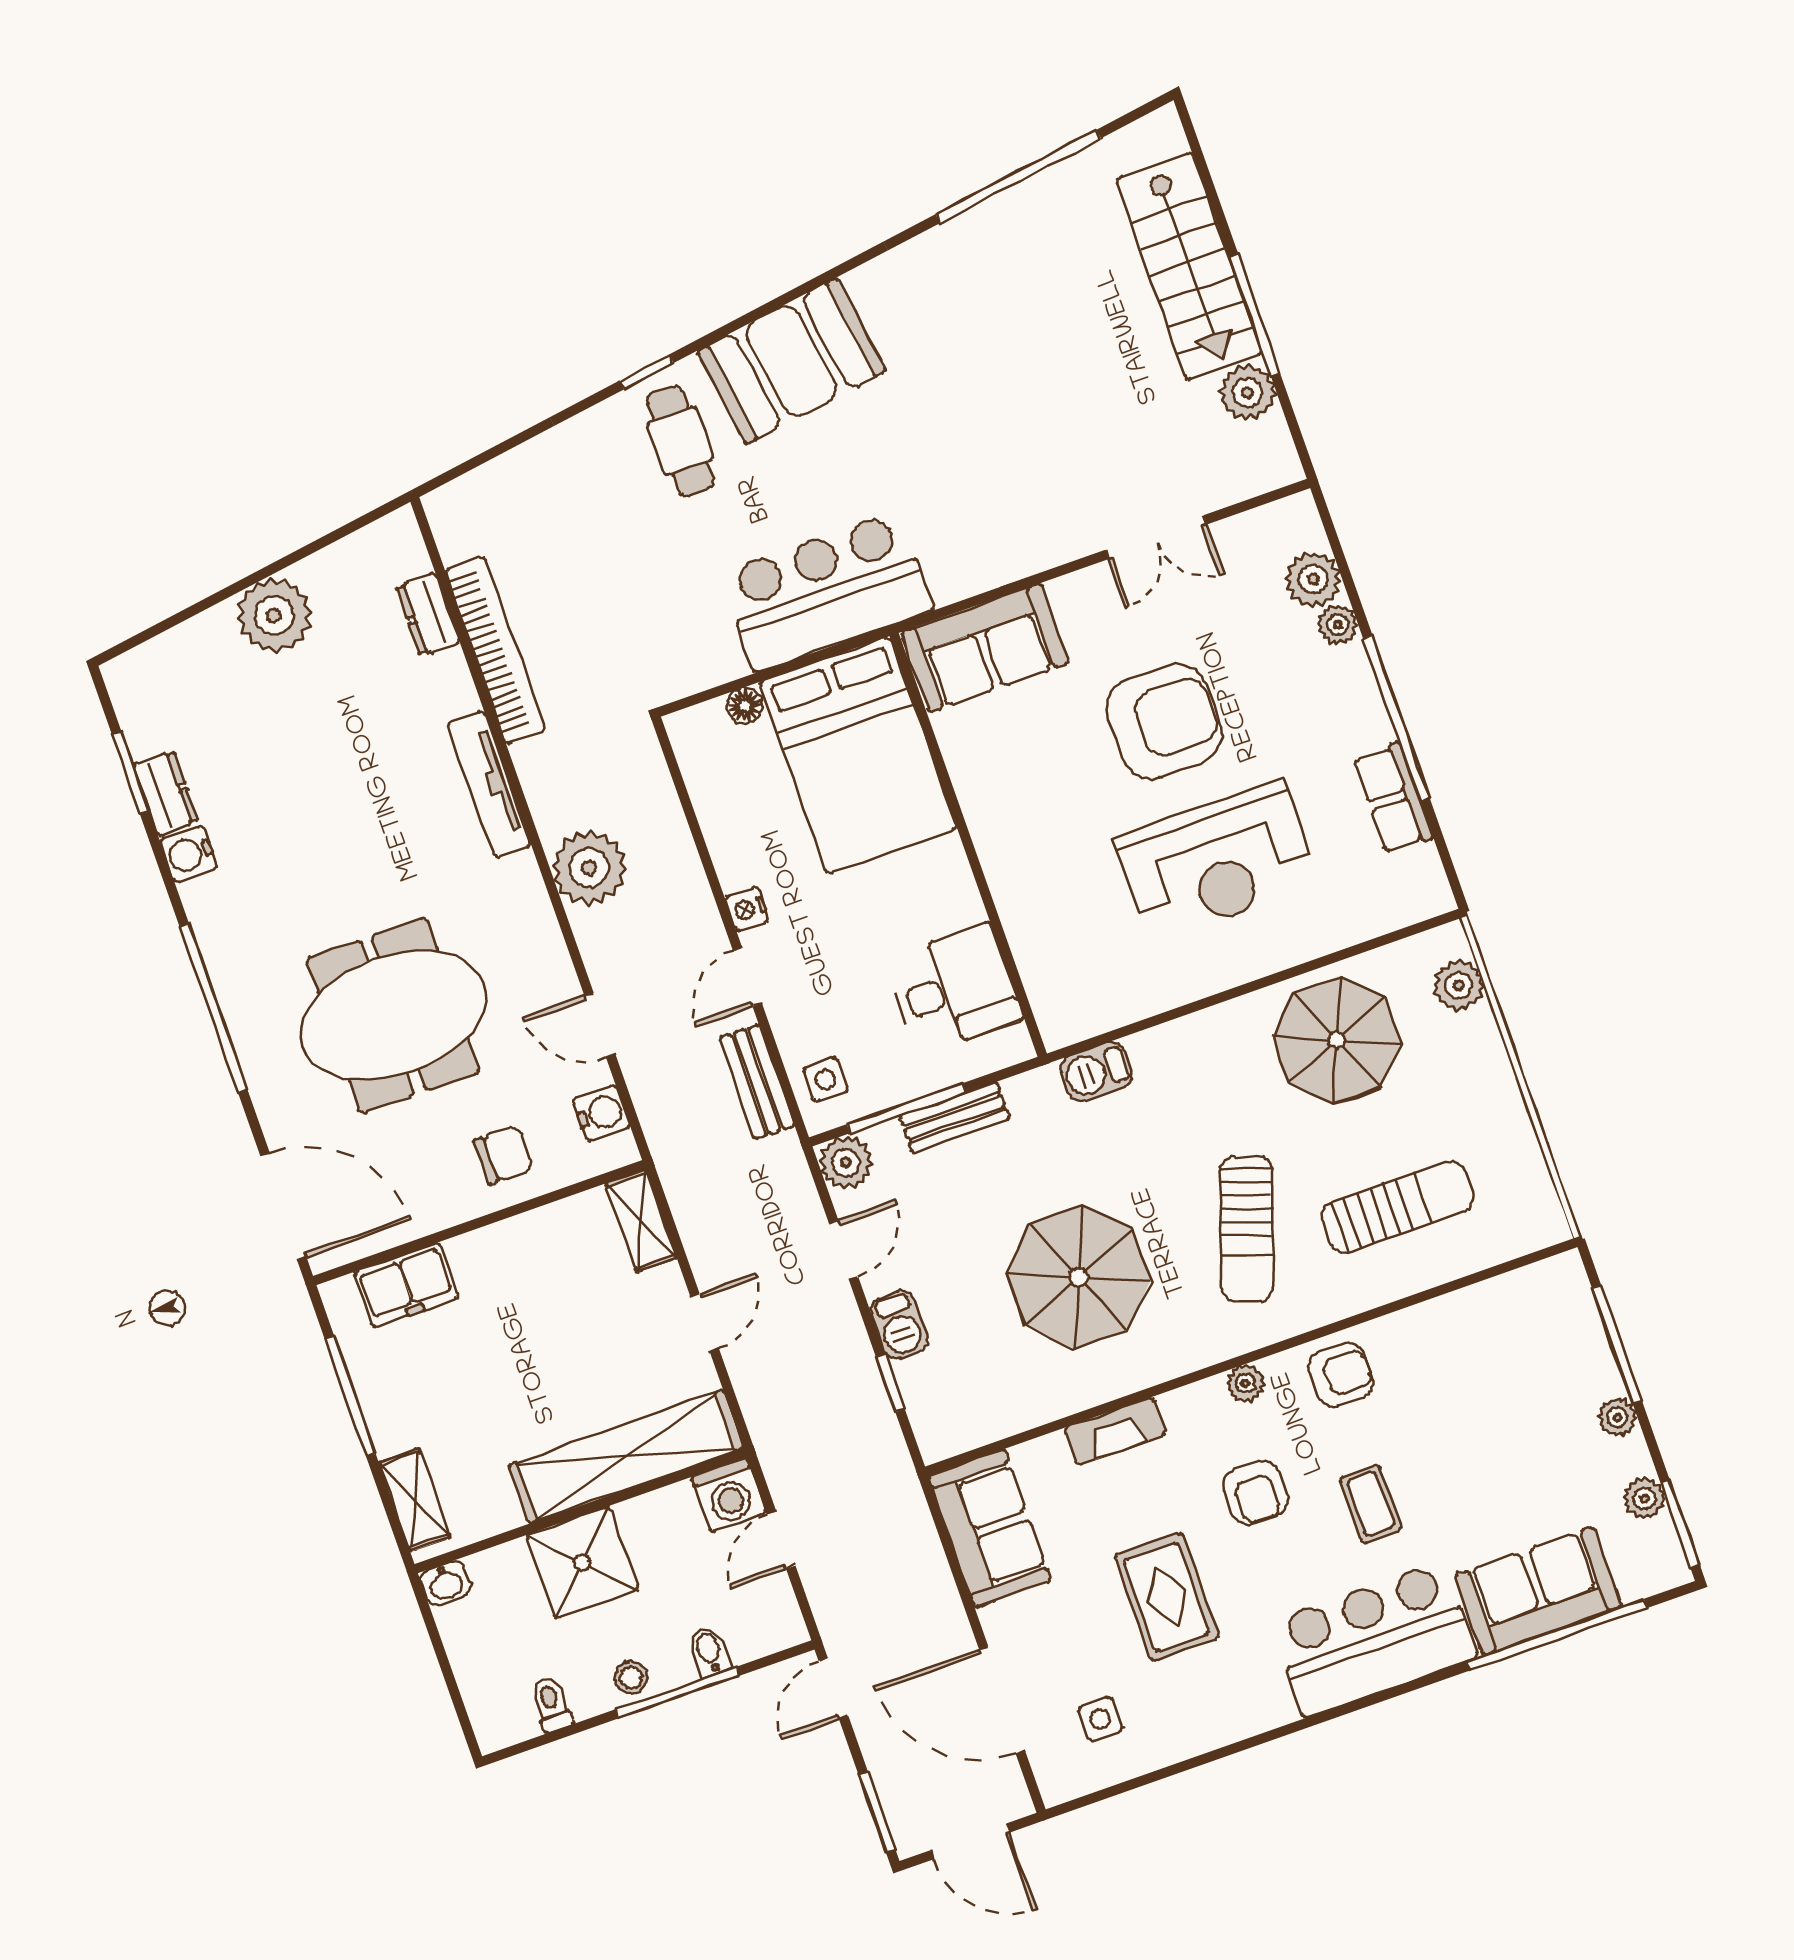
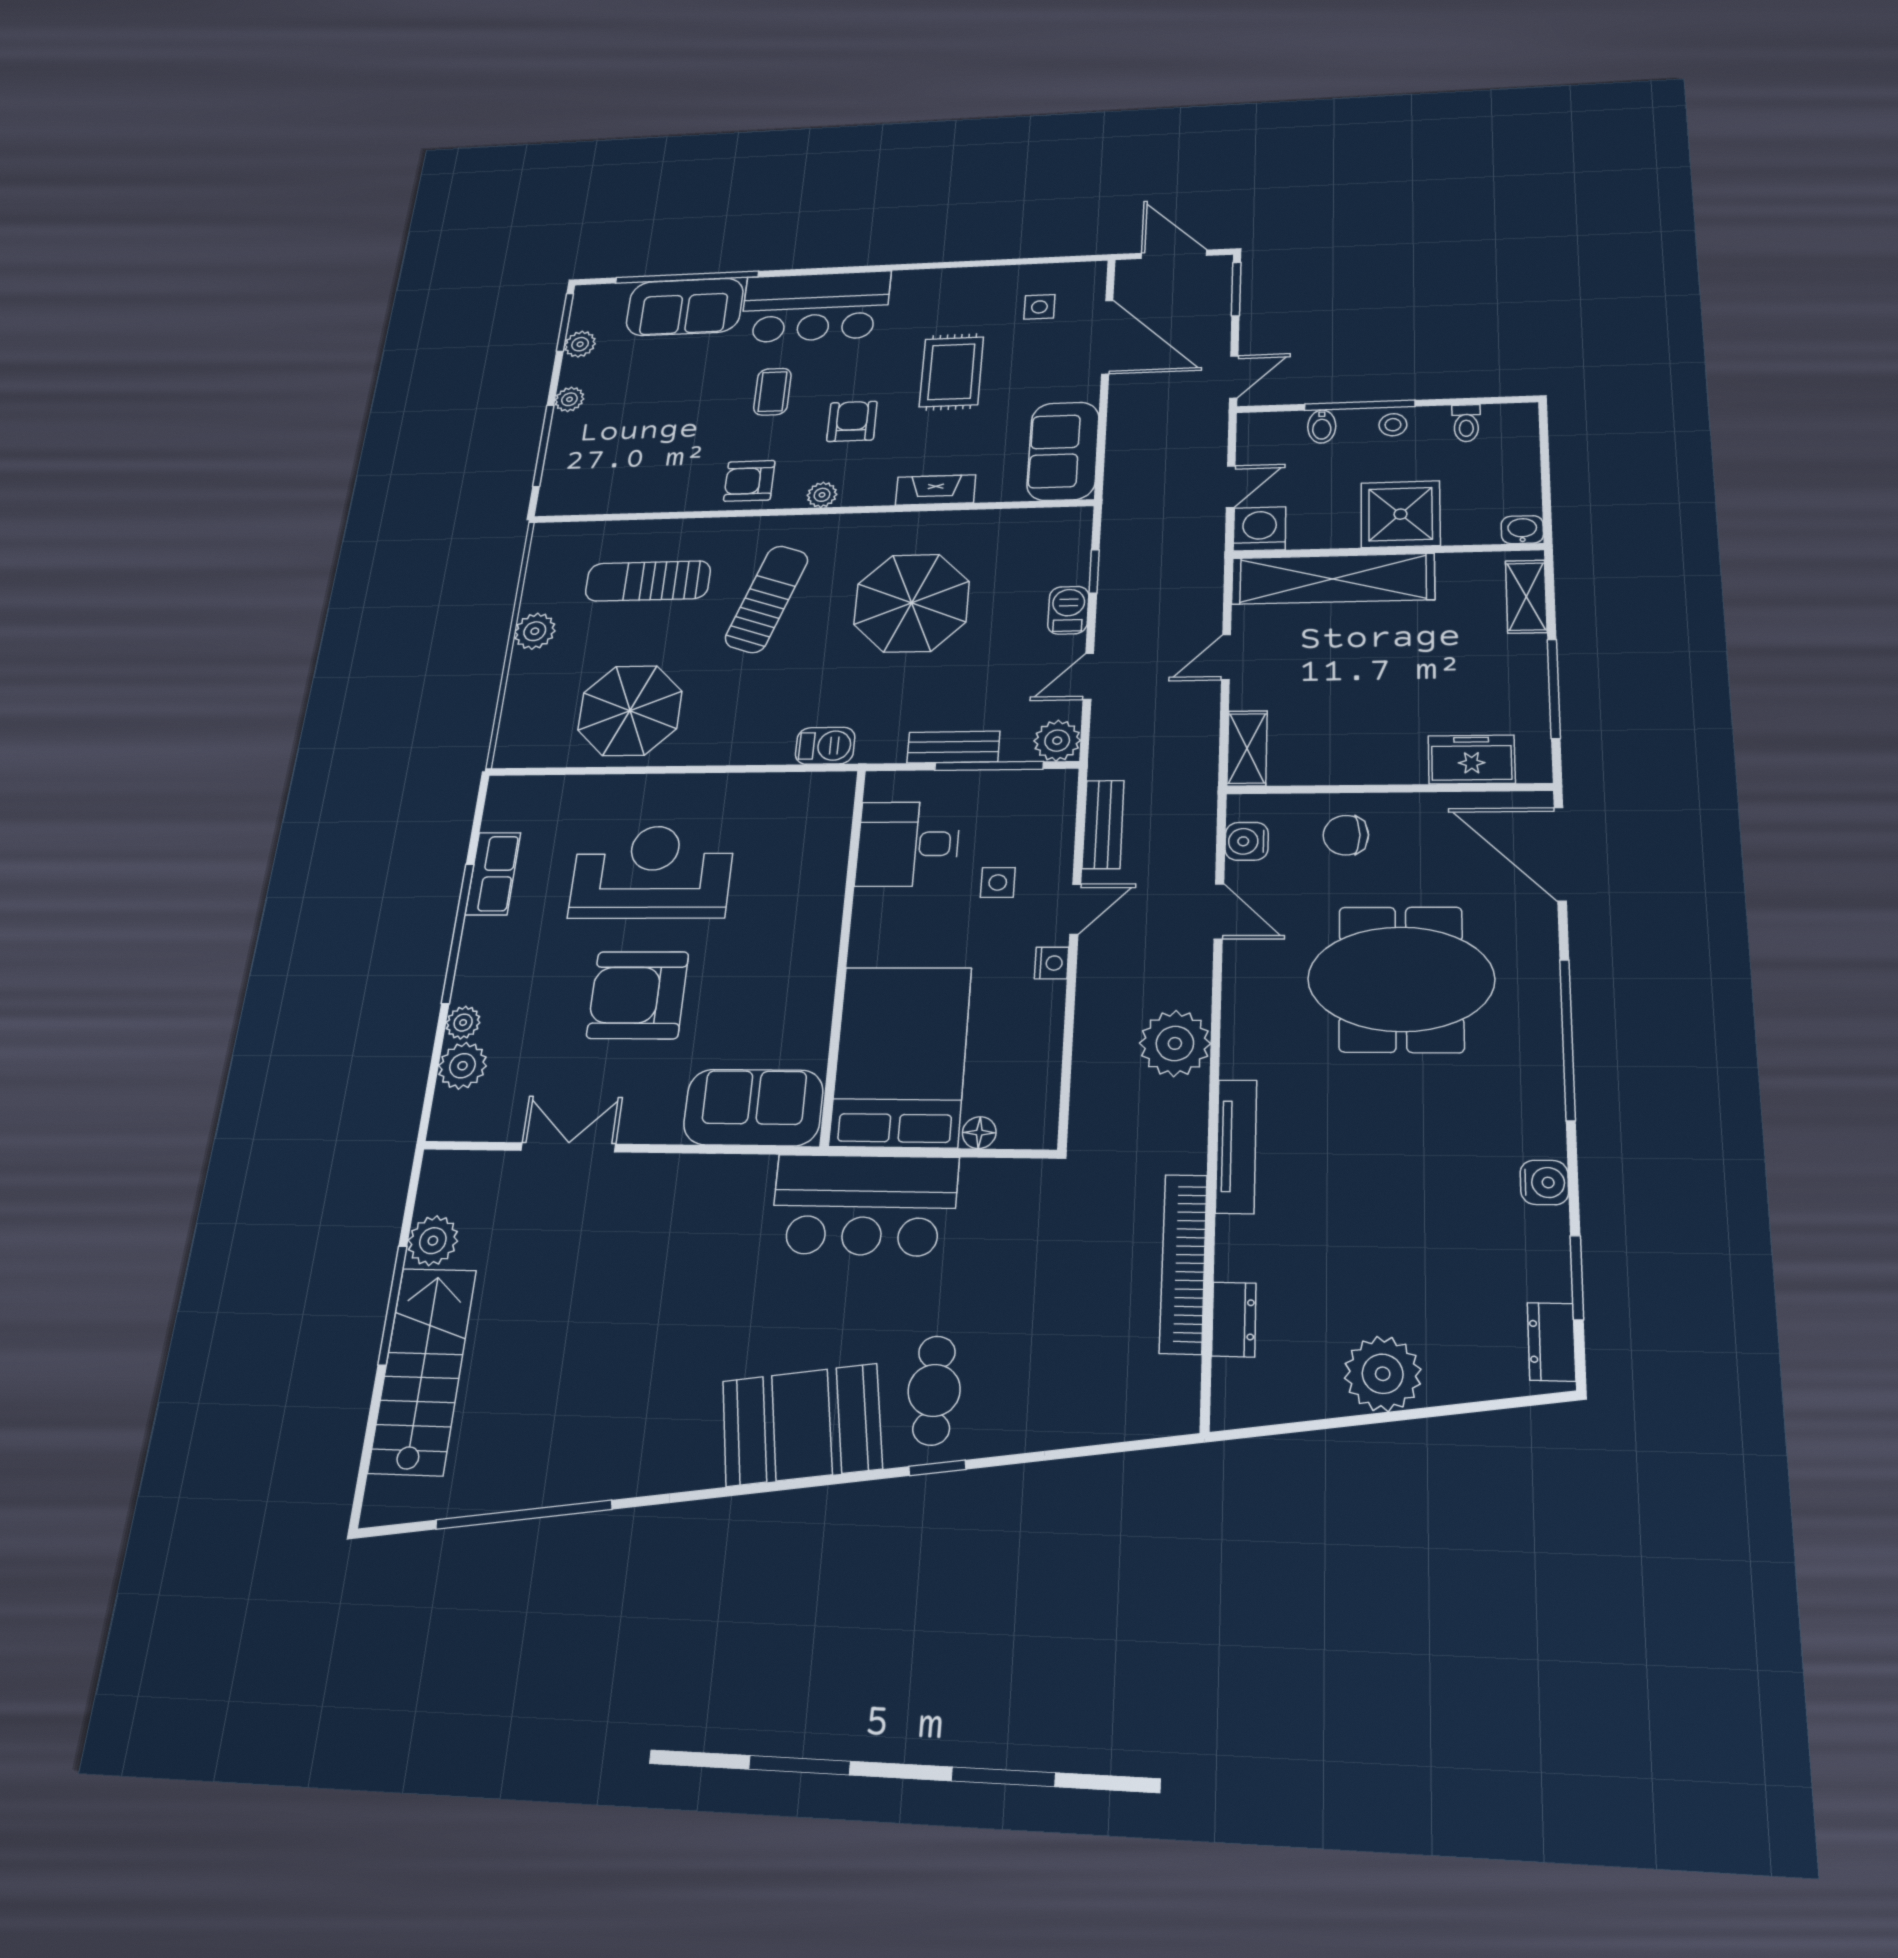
dresser: (166, 793) -> (1551, 1342), moved
plant: (1459, 985) -> (535, 631), moved
side table: (825, 1079) -> (998, 882), moved

